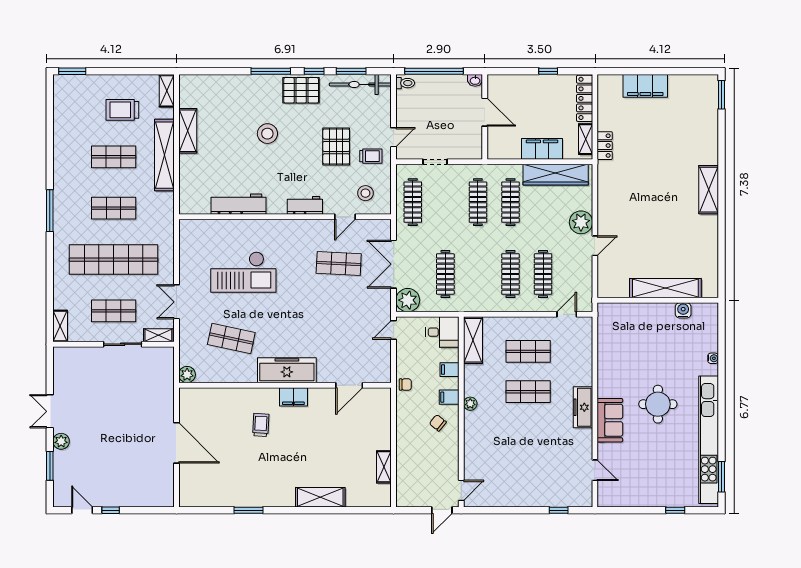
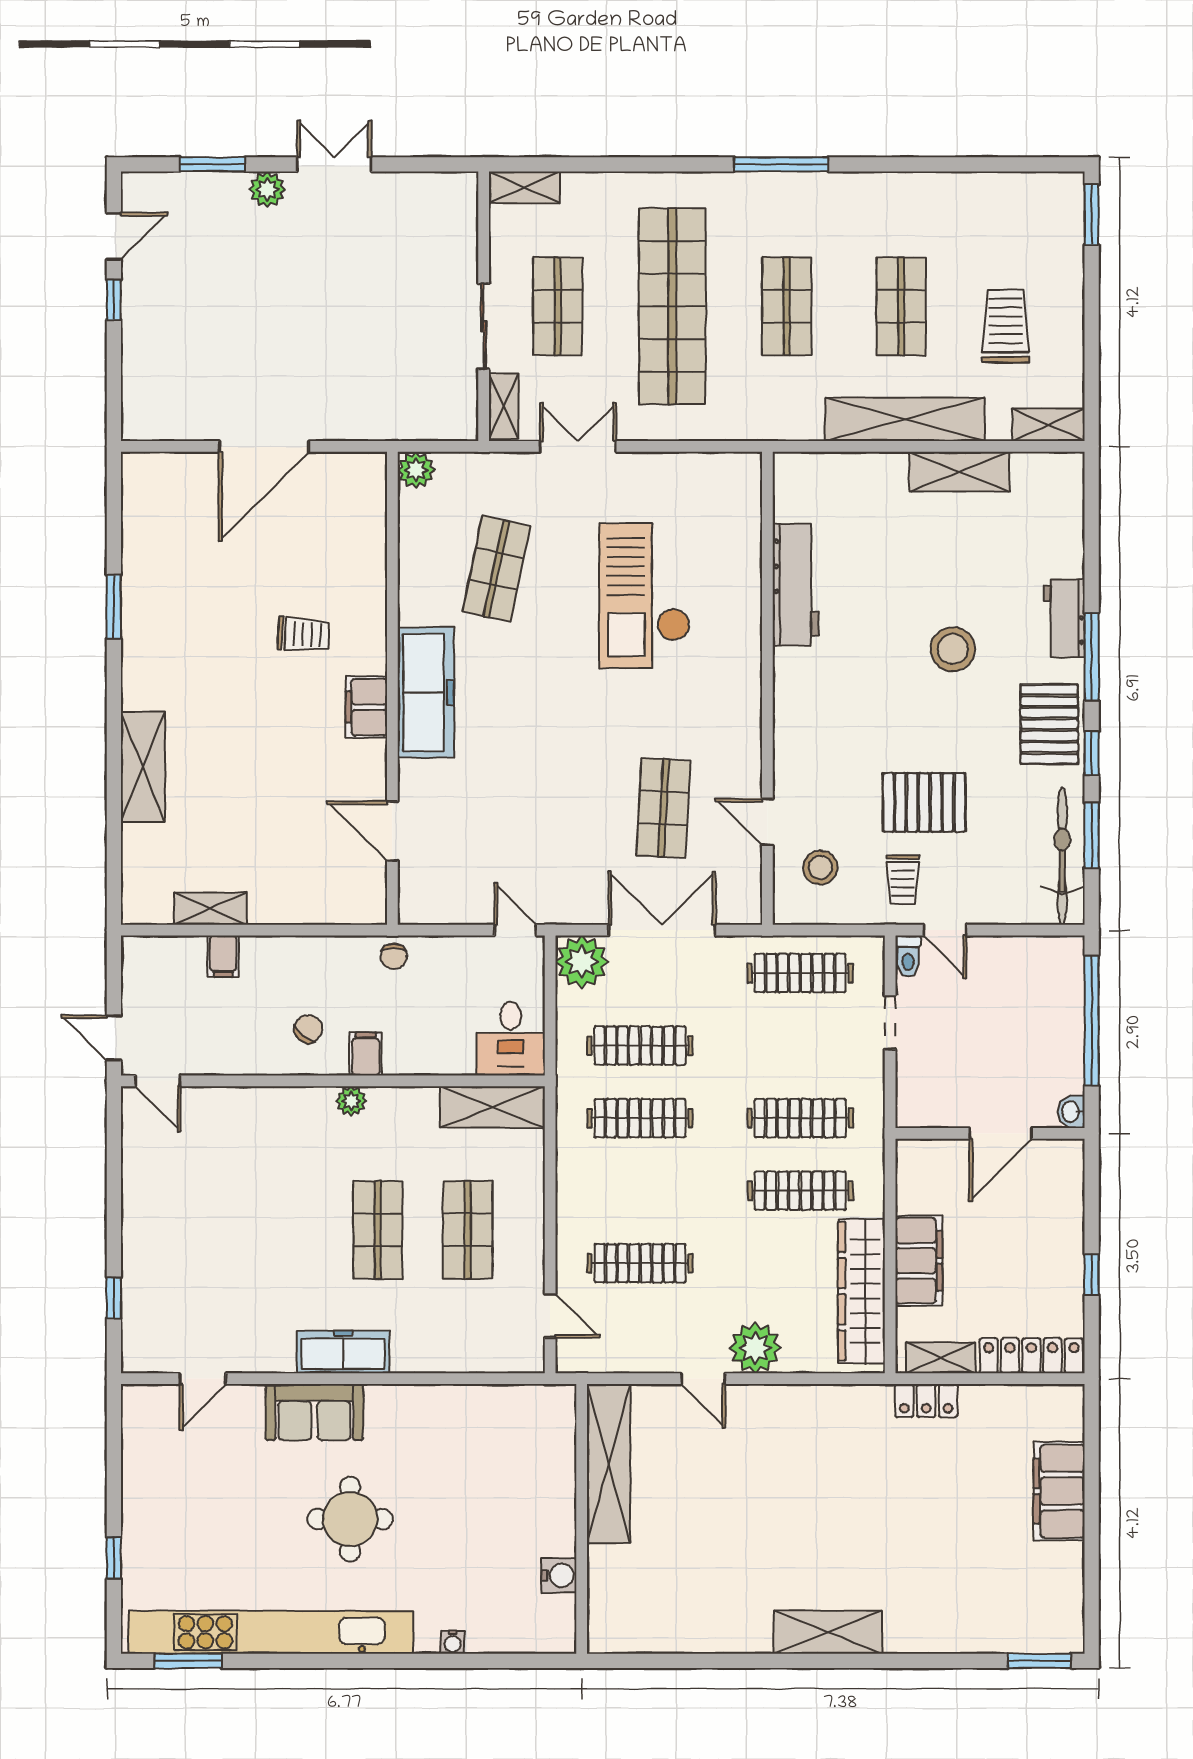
toilet: (405, 83) -> (908, 956), moved
workbench: (305, 205) -> (1064, 618), moved, turned 180
clothes rail: (510, 274) -> (640, 1118), moved
shelving: (665, 288) -> (609, 1464), moved
filing cabinet: (450, 370) -> (223, 956), moved, turned 180

